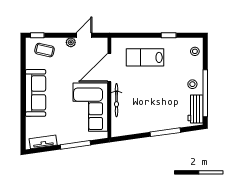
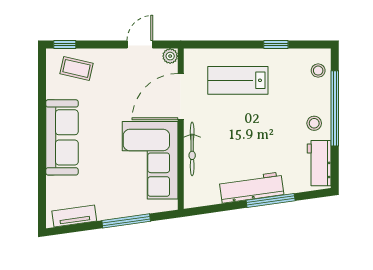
plant: (71, 42) -> (170, 56), moved
window: (205, 93) -> (335, 108), moved
workbench: (153, 124) -> (252, 188), added

